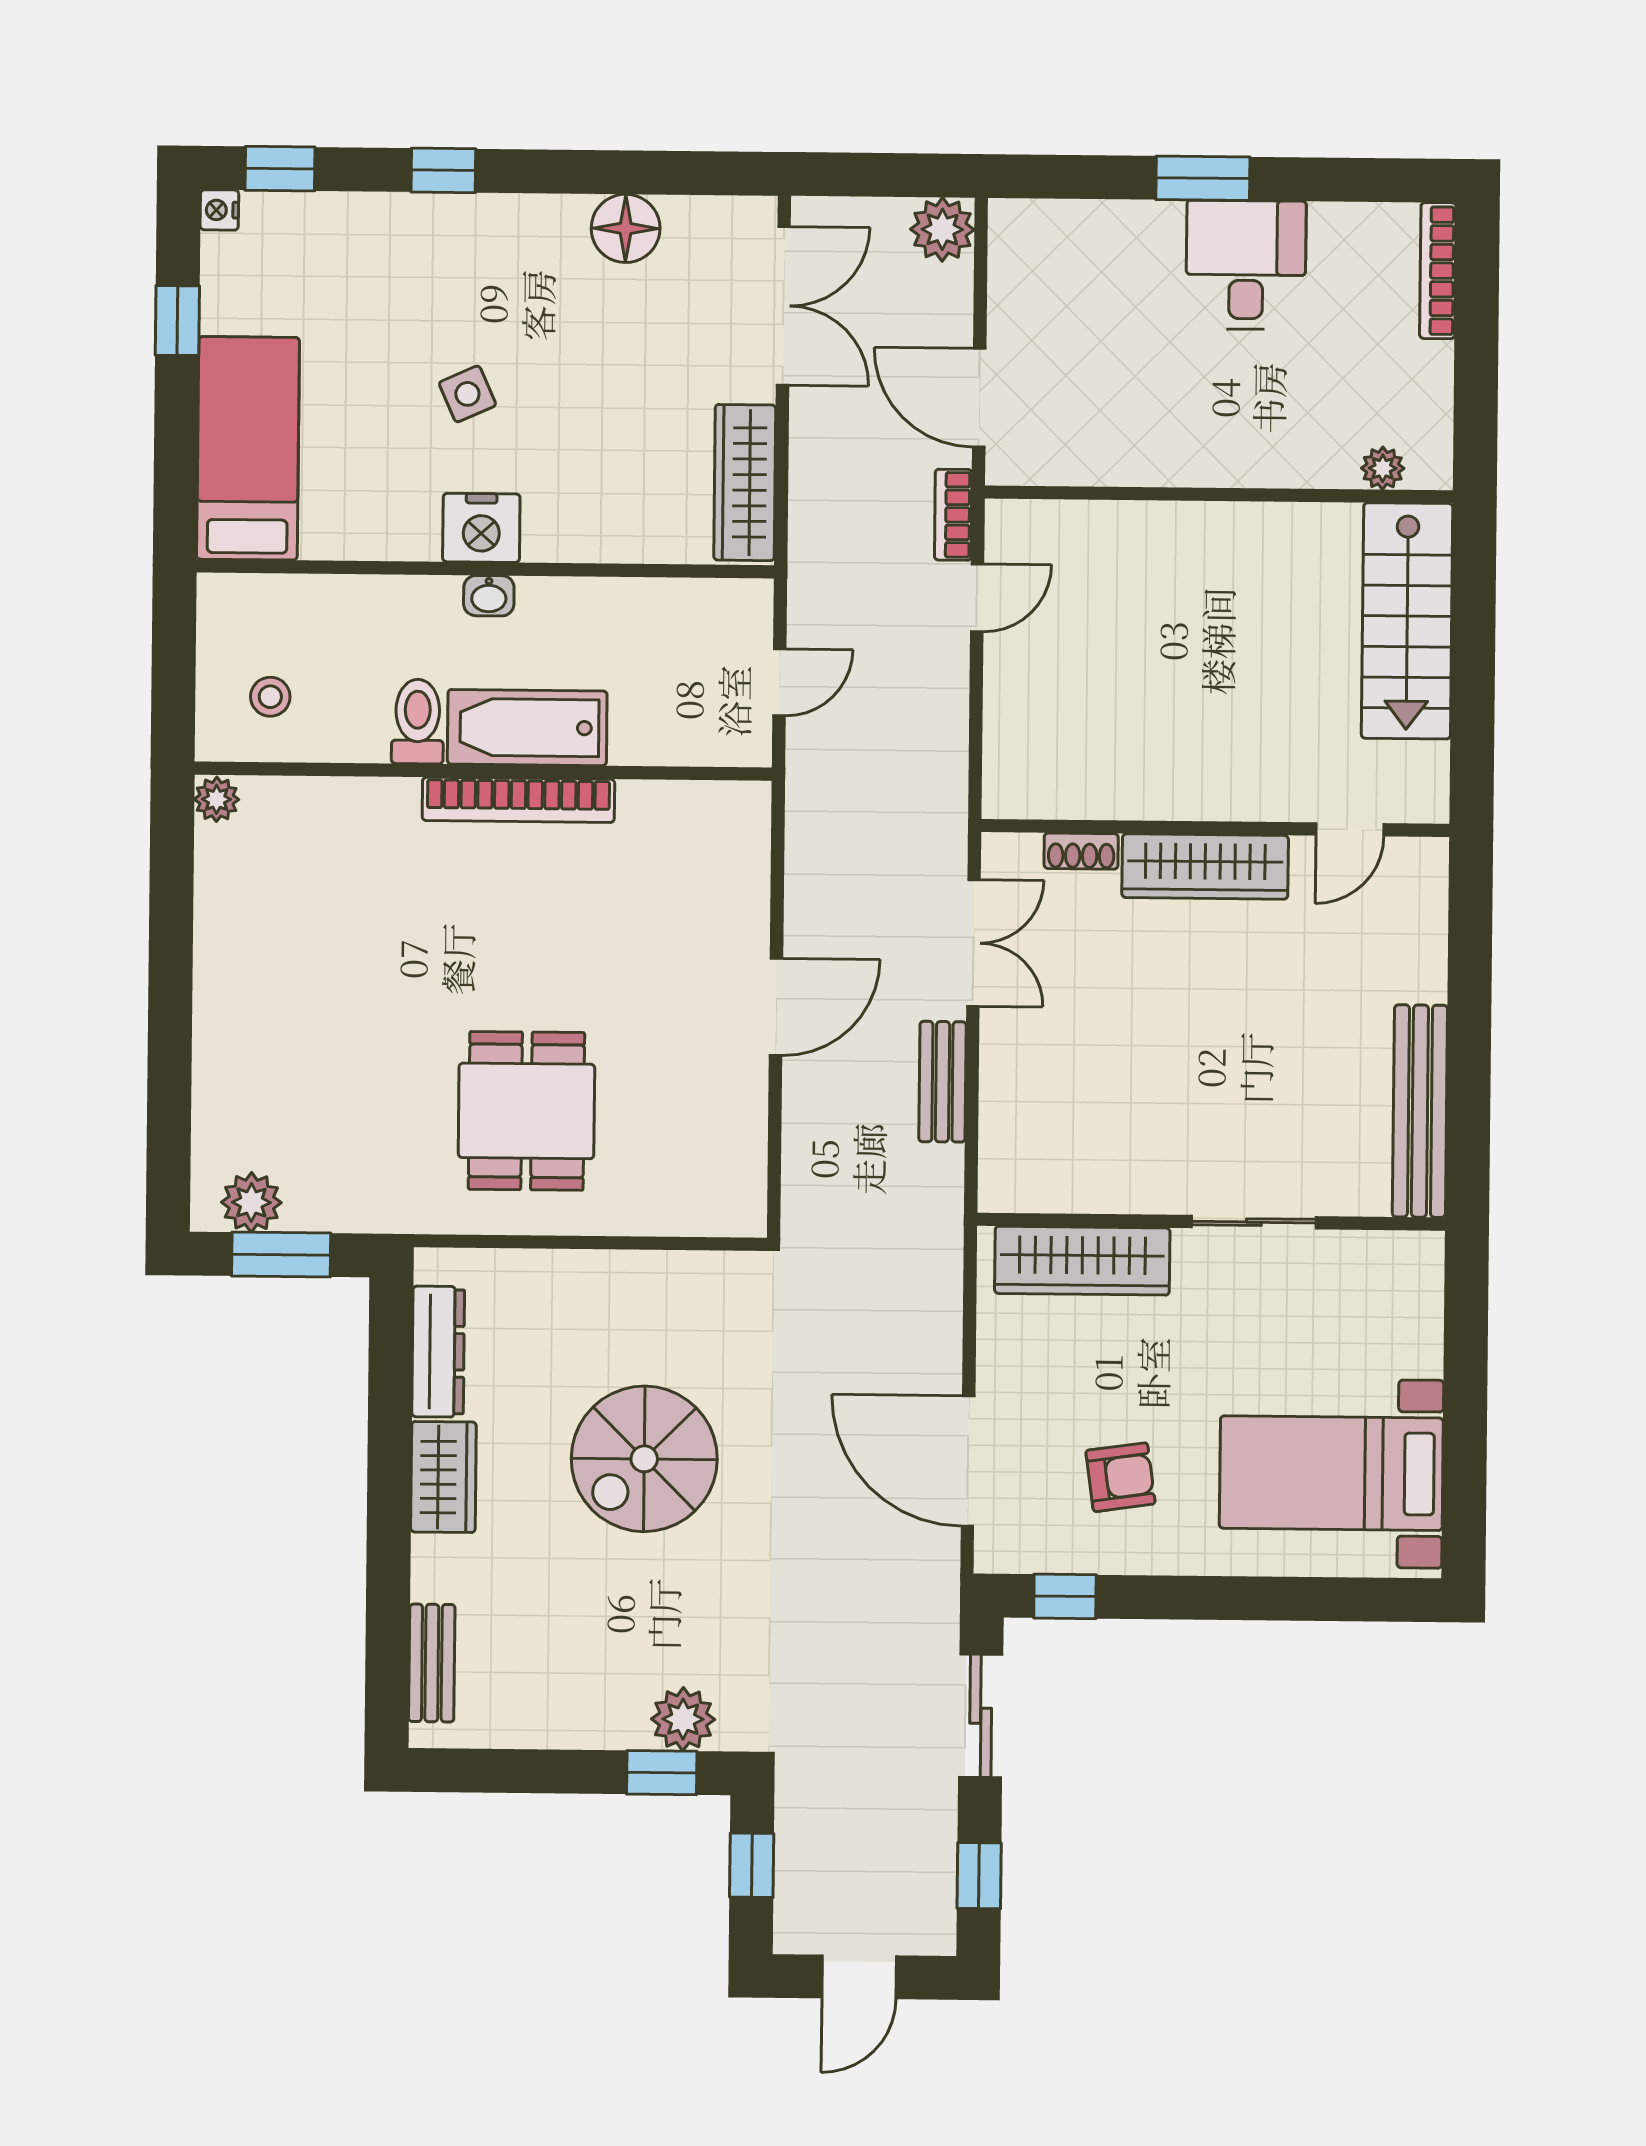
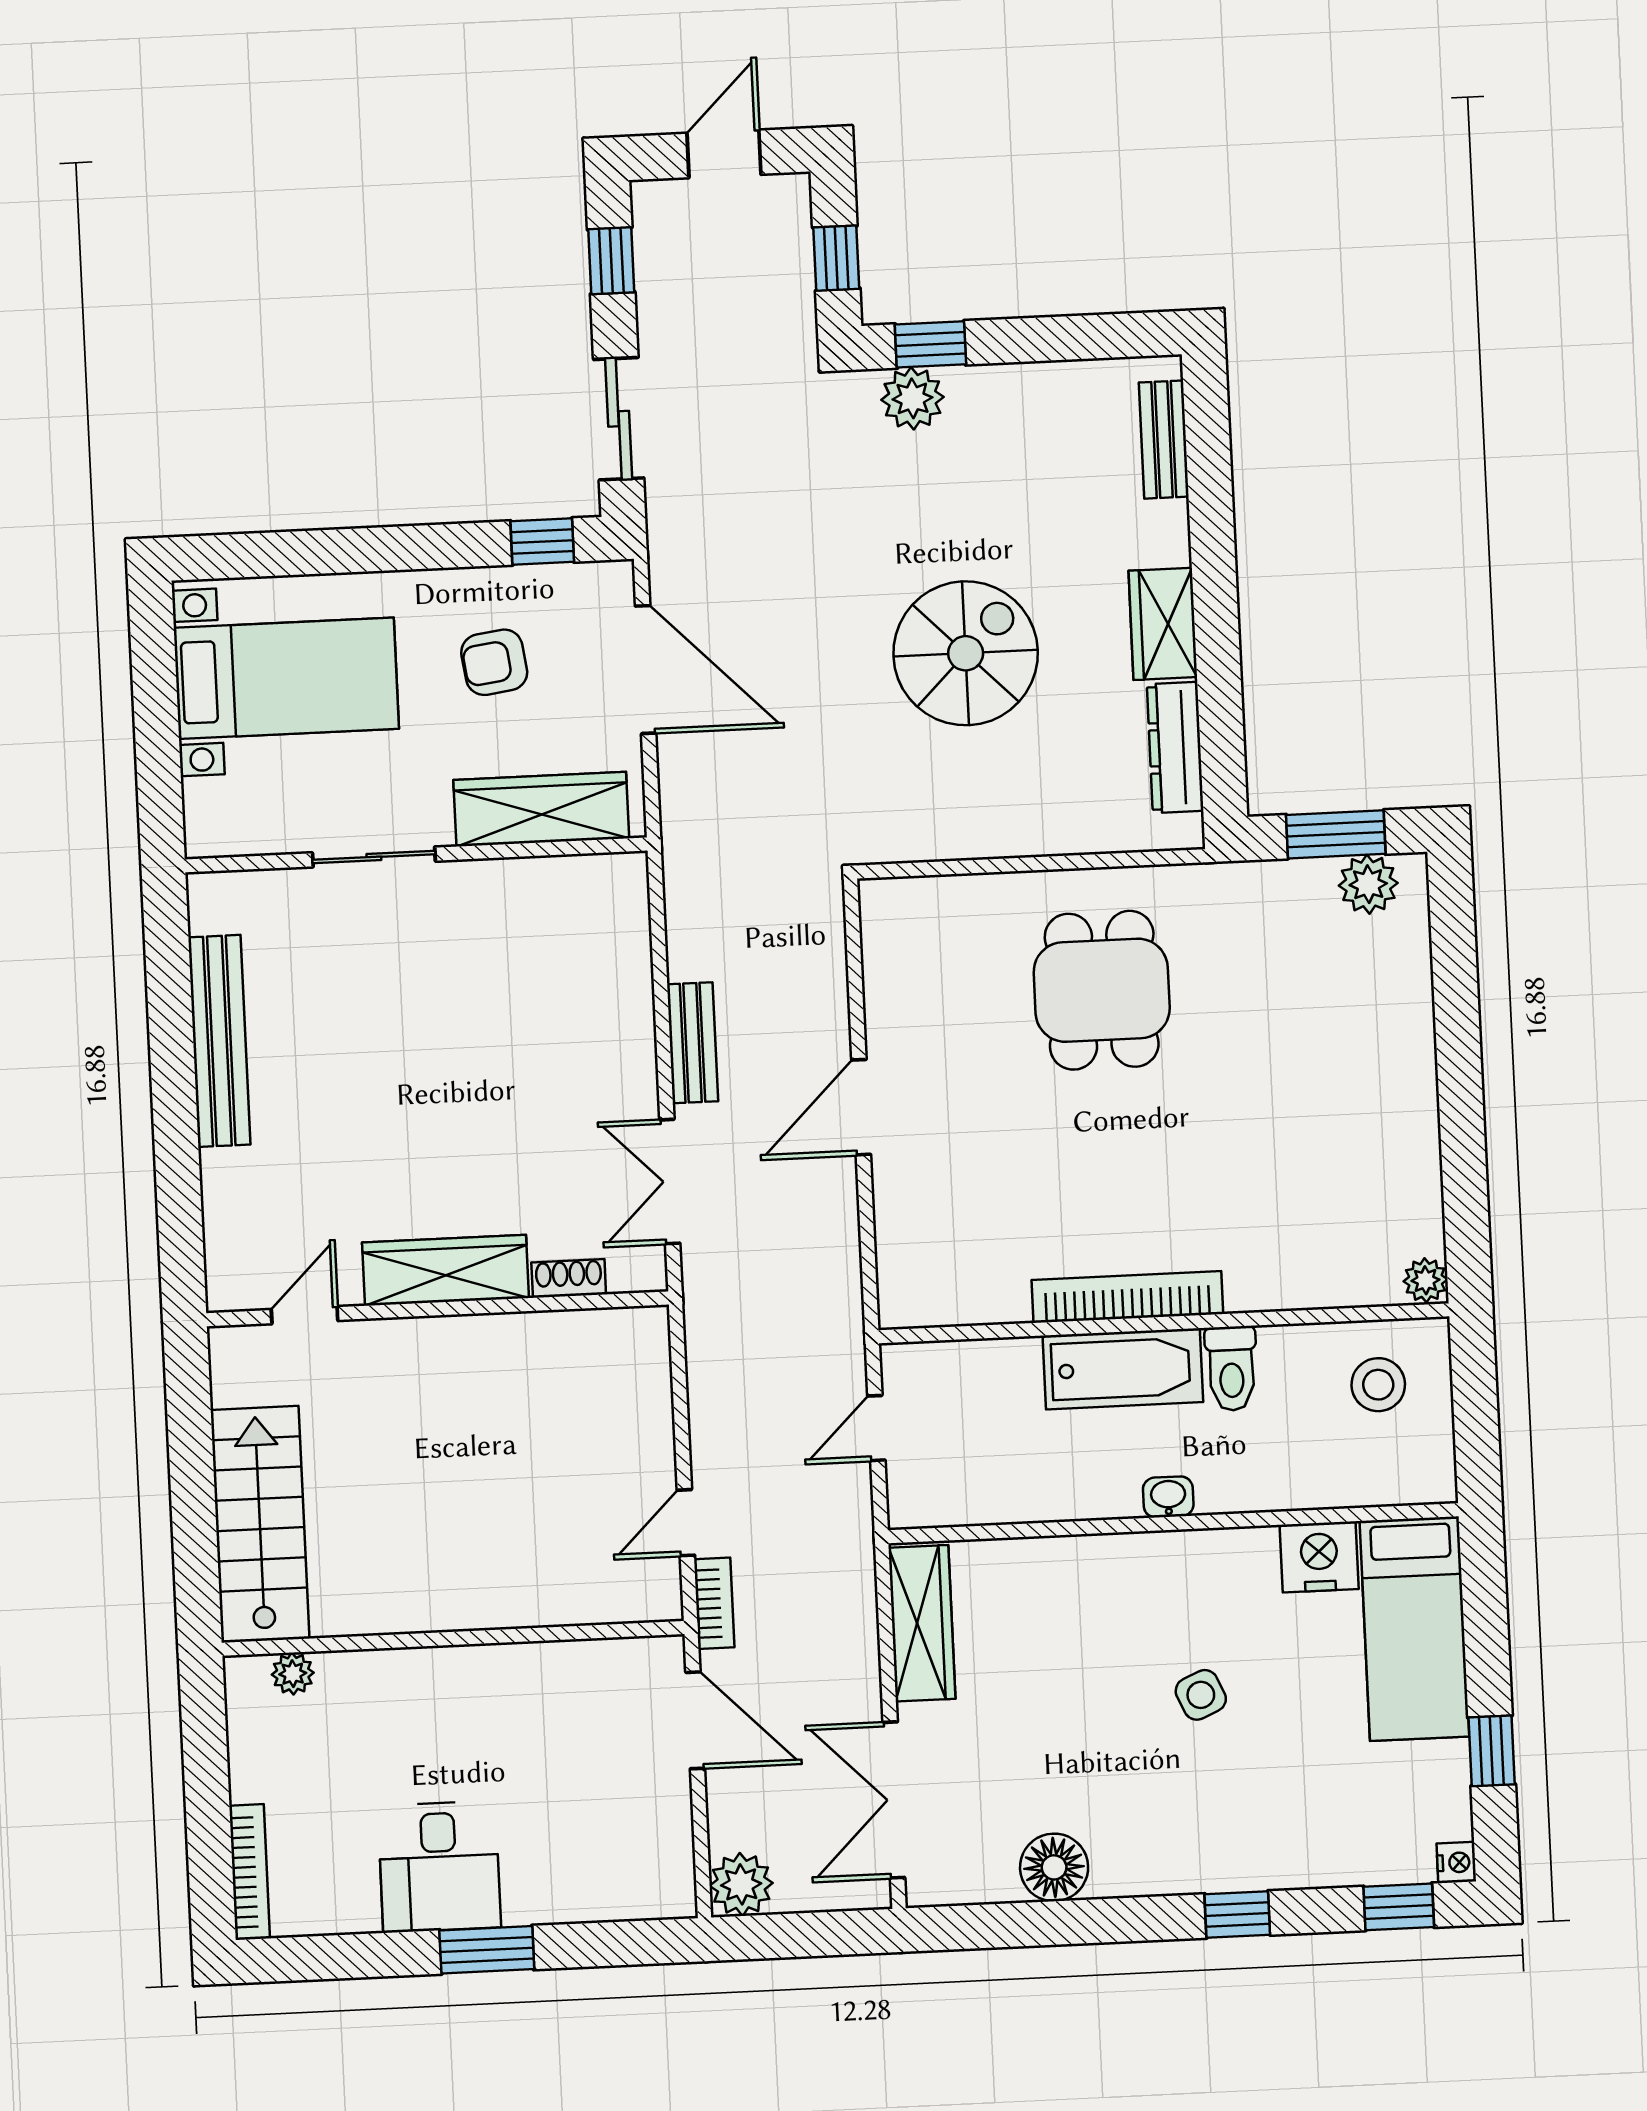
nightstand: (481, 528) -> (1319, 1557), moved
stool: (270, 697) -> (1378, 1385), width x1.37, depth x1.37
wall: (1211, 1222) -> (416, 855), moved
sliding door: (1254, 1222) -> (374, 857), moved
wardrobe: (1082, 1261) -> (541, 809), moved

